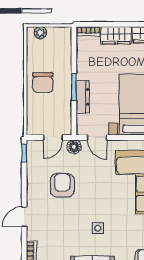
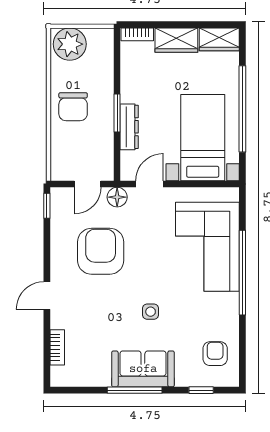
plant: (40, 33) -> (70, 44), width x1.88, depth x1.88
door: (97, 137) -> (149, 184), swing flipped
armchair: (62, 185) -> (101, 251), width x1.36, depth x1.36

